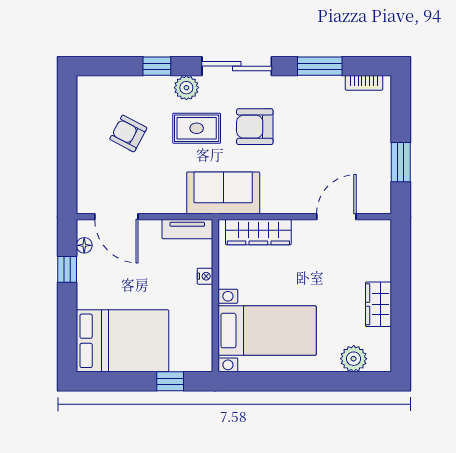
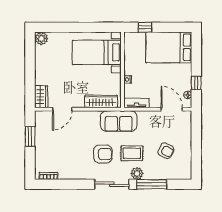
window: (157, 66) -> (152, 184), width x2.17
window: (320, 66) -> (70, 184), removed
wardrobe: (379, 304) -> (41, 97), moved
plant: (354, 359) -> (41, 38), moved

